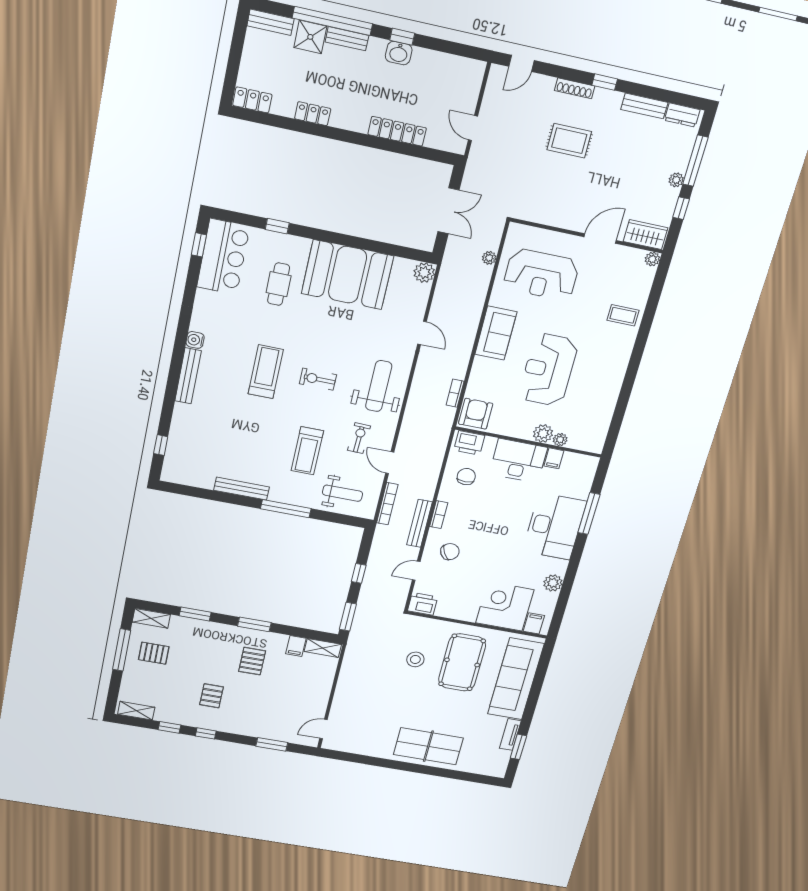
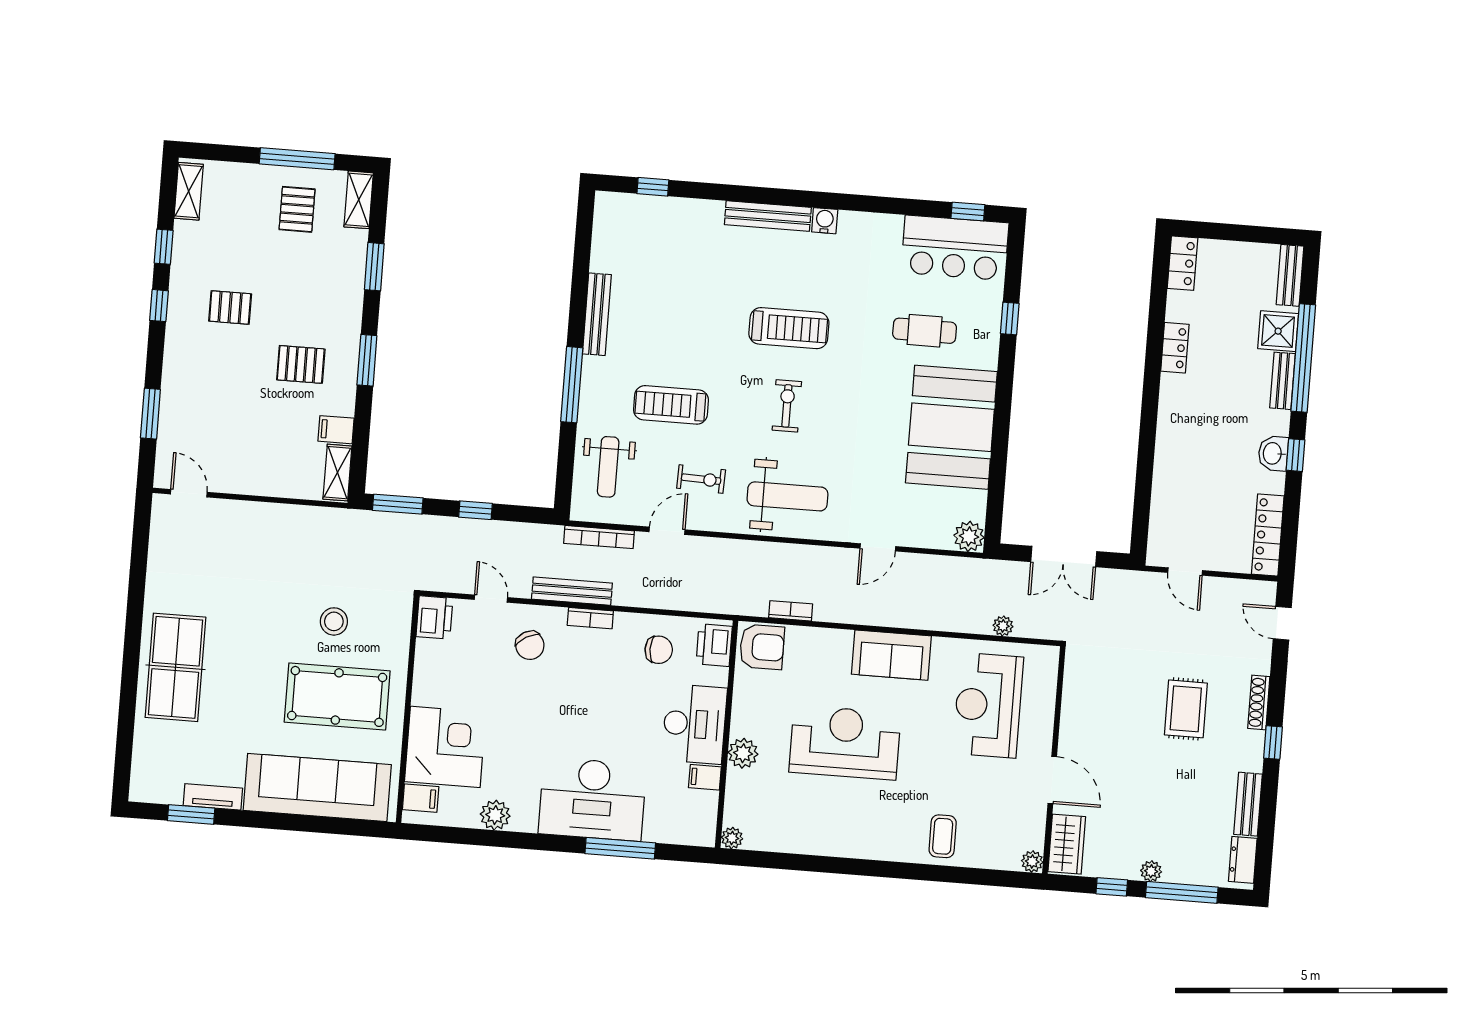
door: (473, 128) -> (1185, 572), swing flipped
locker: (397, 131) -> (1268, 535), moved, turned 180
plant: (560, 440) -> (732, 838), moved

